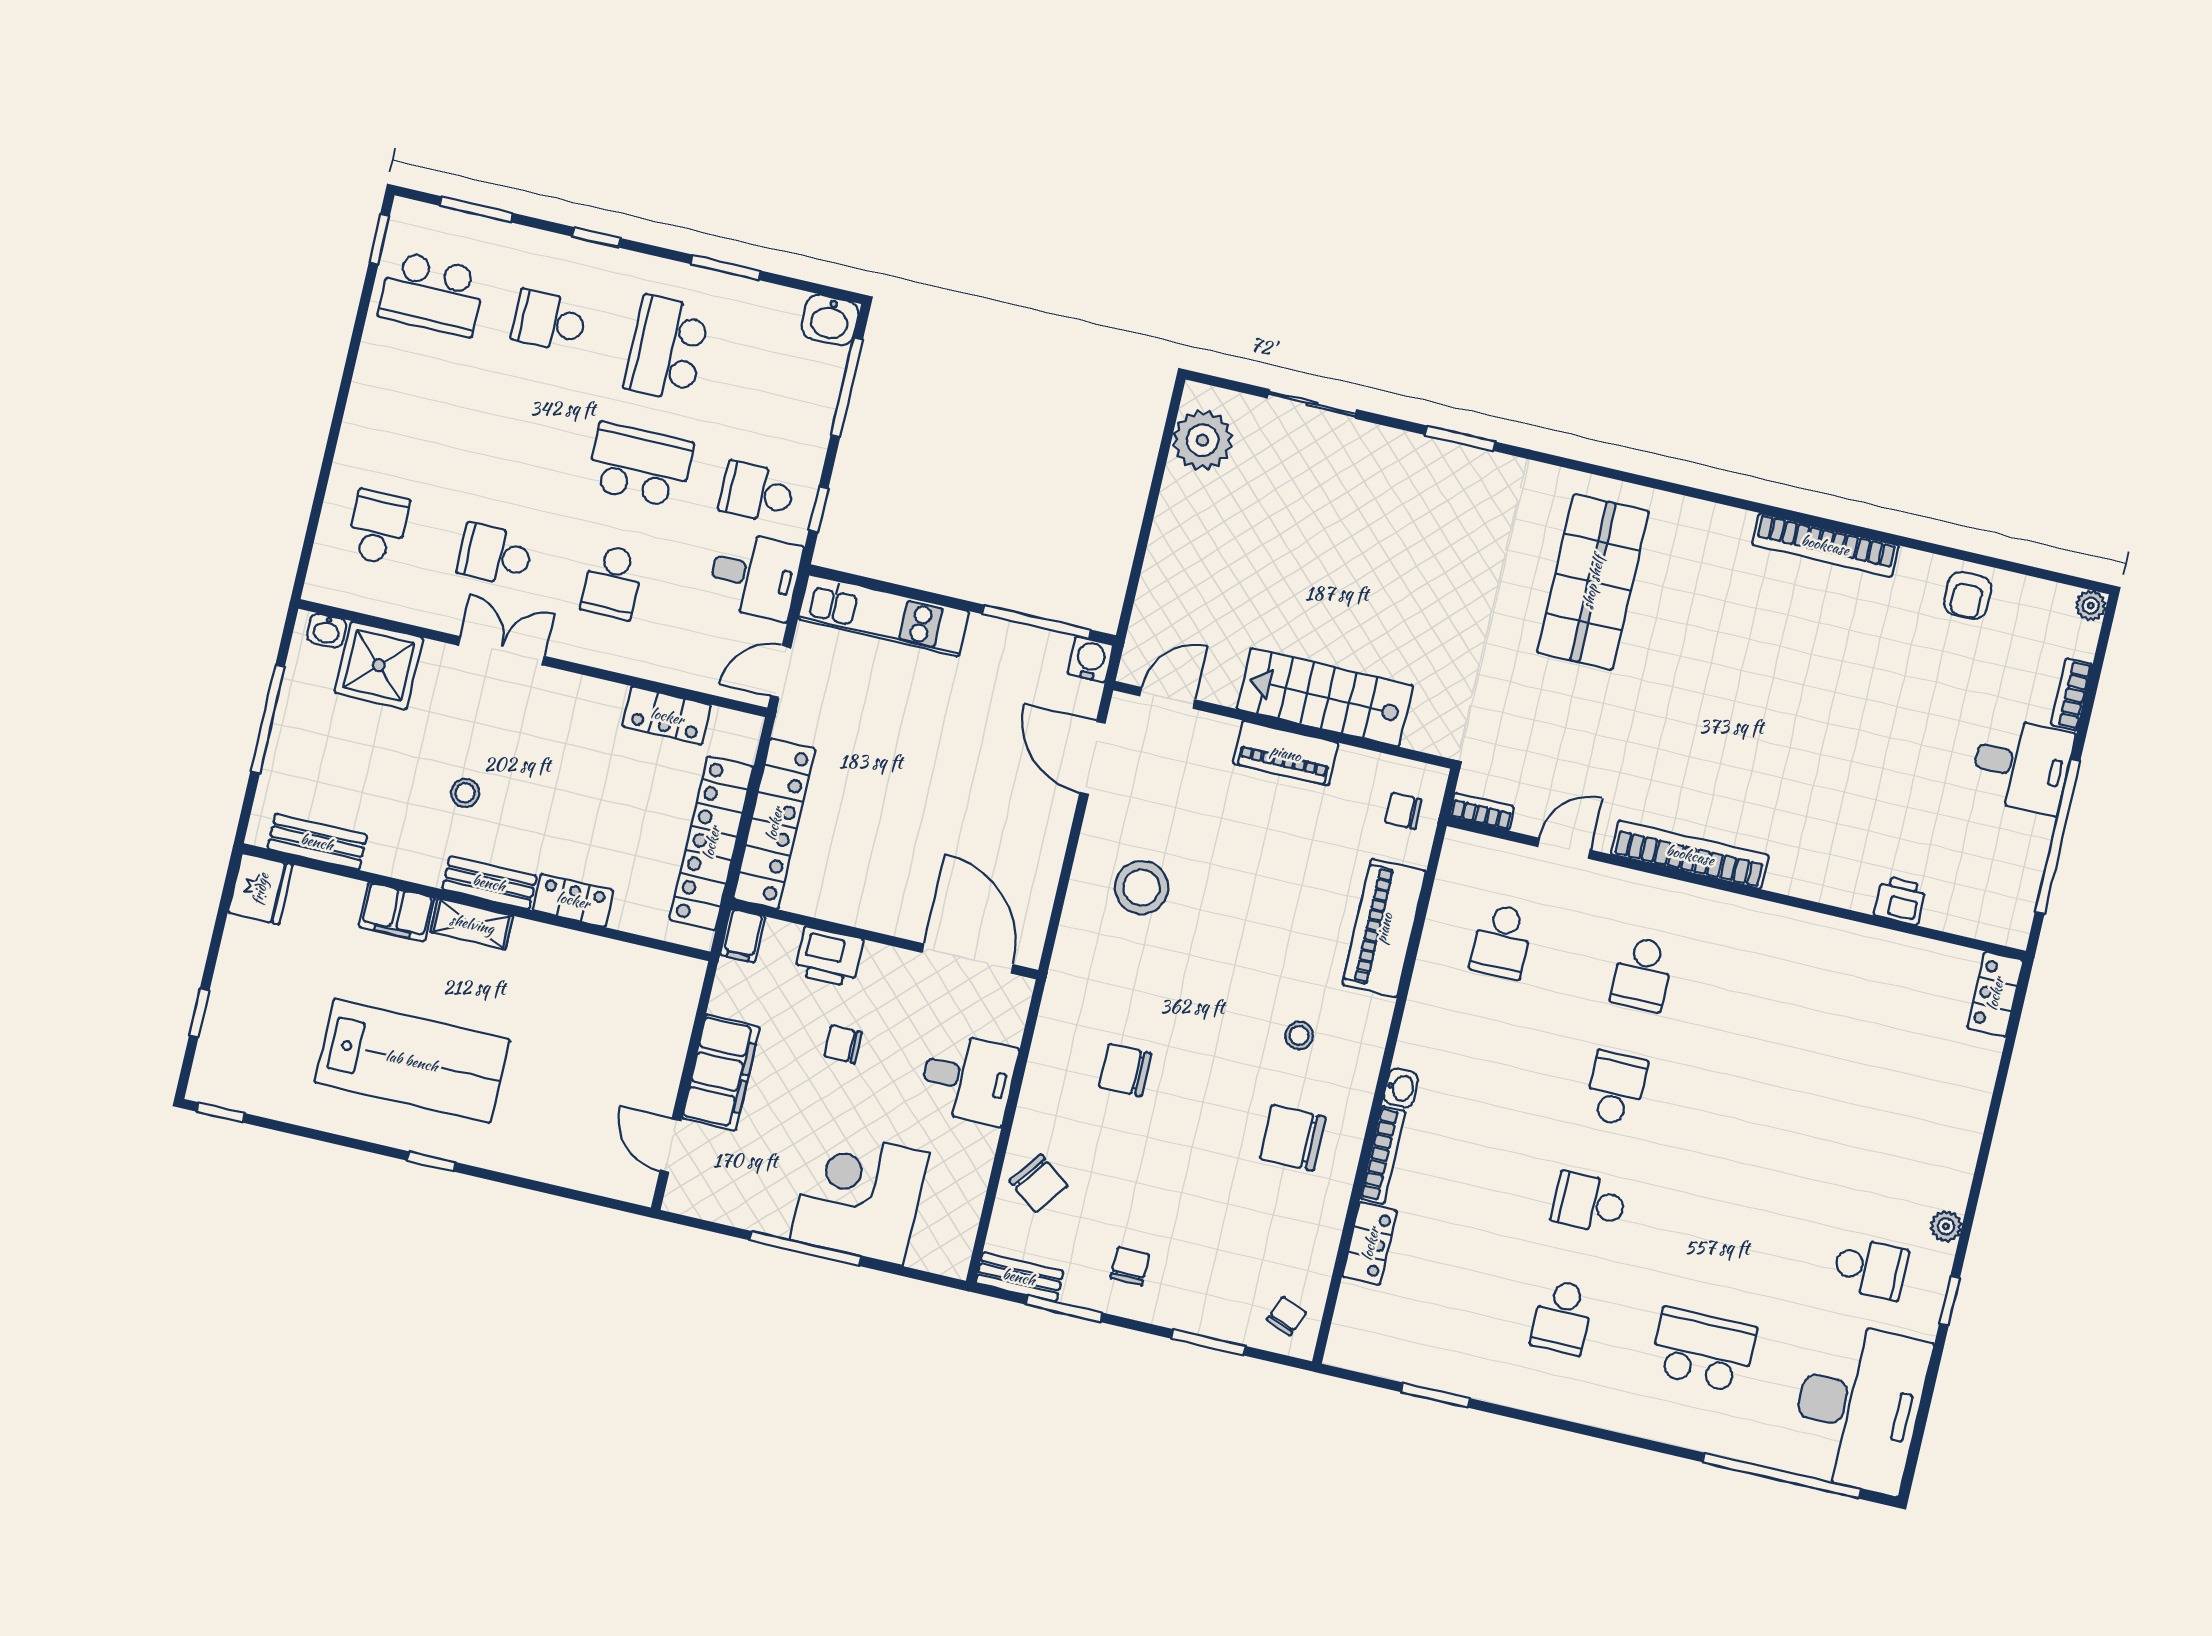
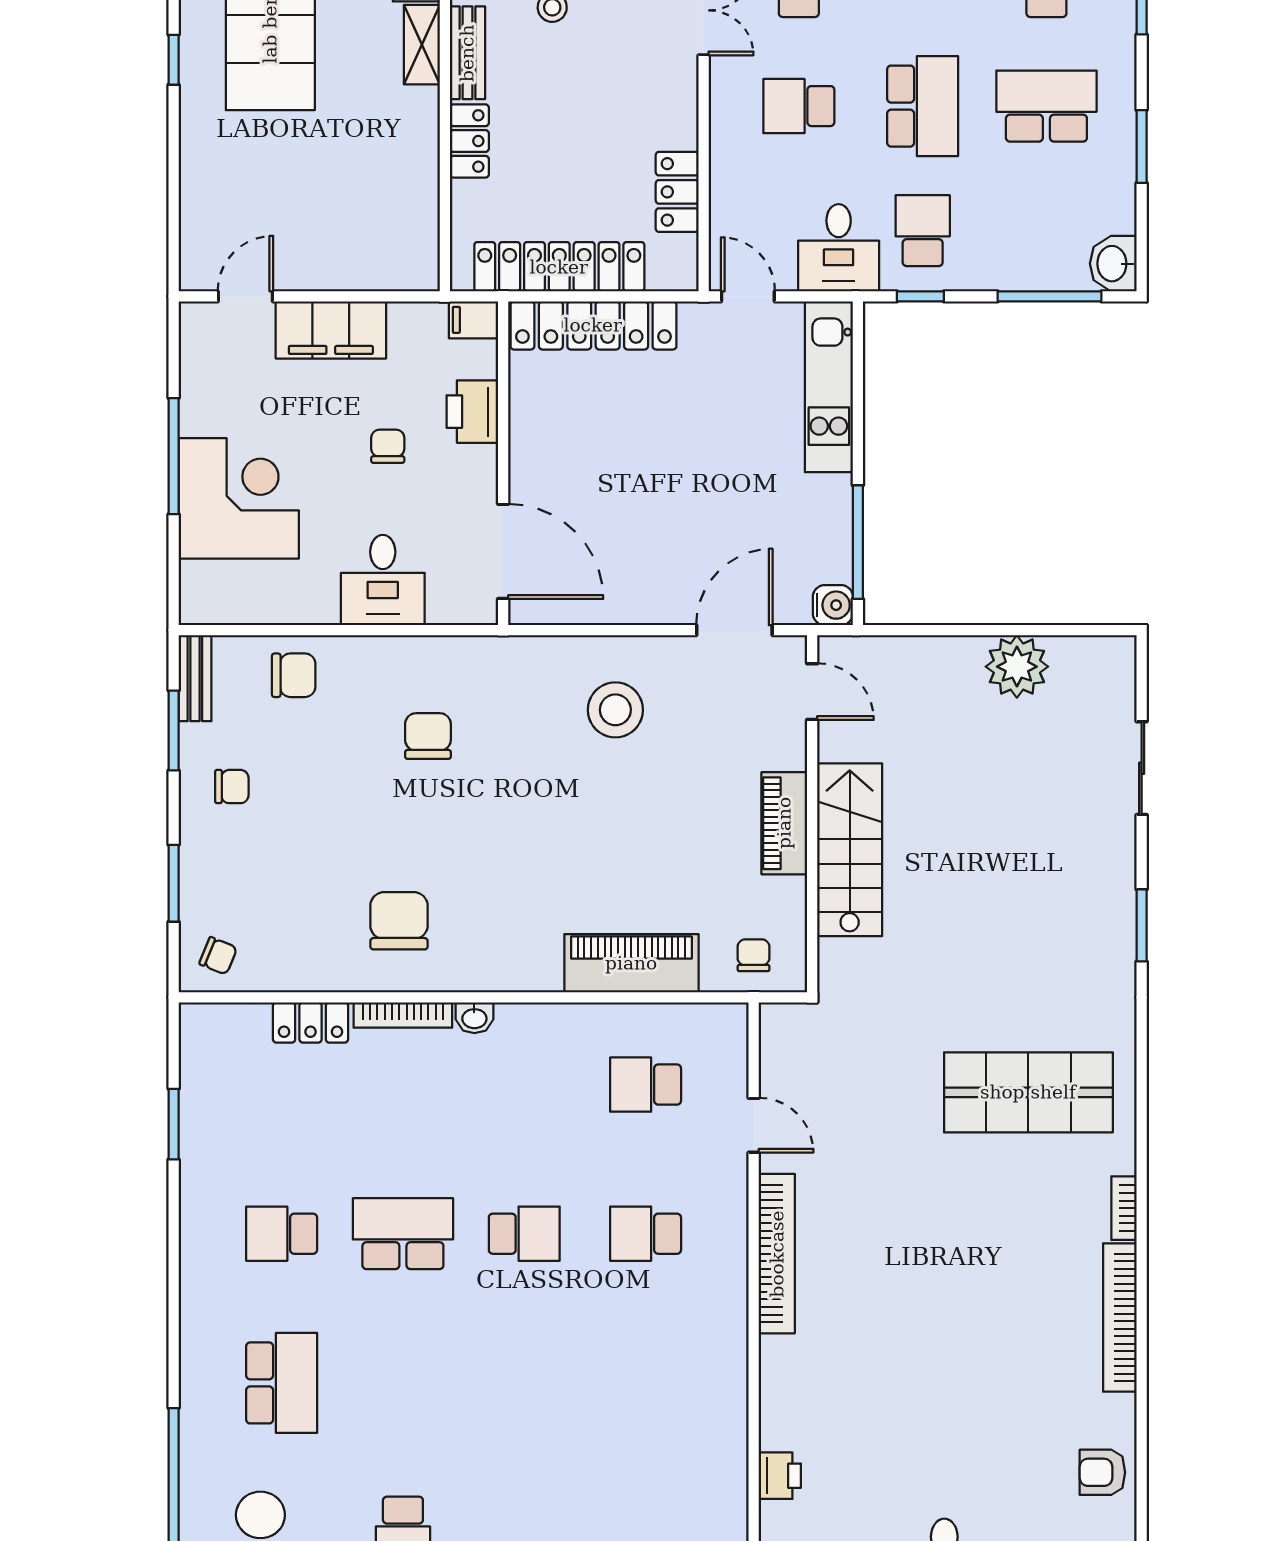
plant: (1203, 440) -> (1017, 667), moved
bookcase: (1482, 812) -> (1124, 1208), moved, turned 180
door: (968, 958) -> (503, 551), hinge flipped
stool: (1299, 1035) -> (503, 903), removed
chair: (1038, 1183) -> (294, 675), turned -127
school desk: (1589, 1203) -> (403, 1234), width x1.85

